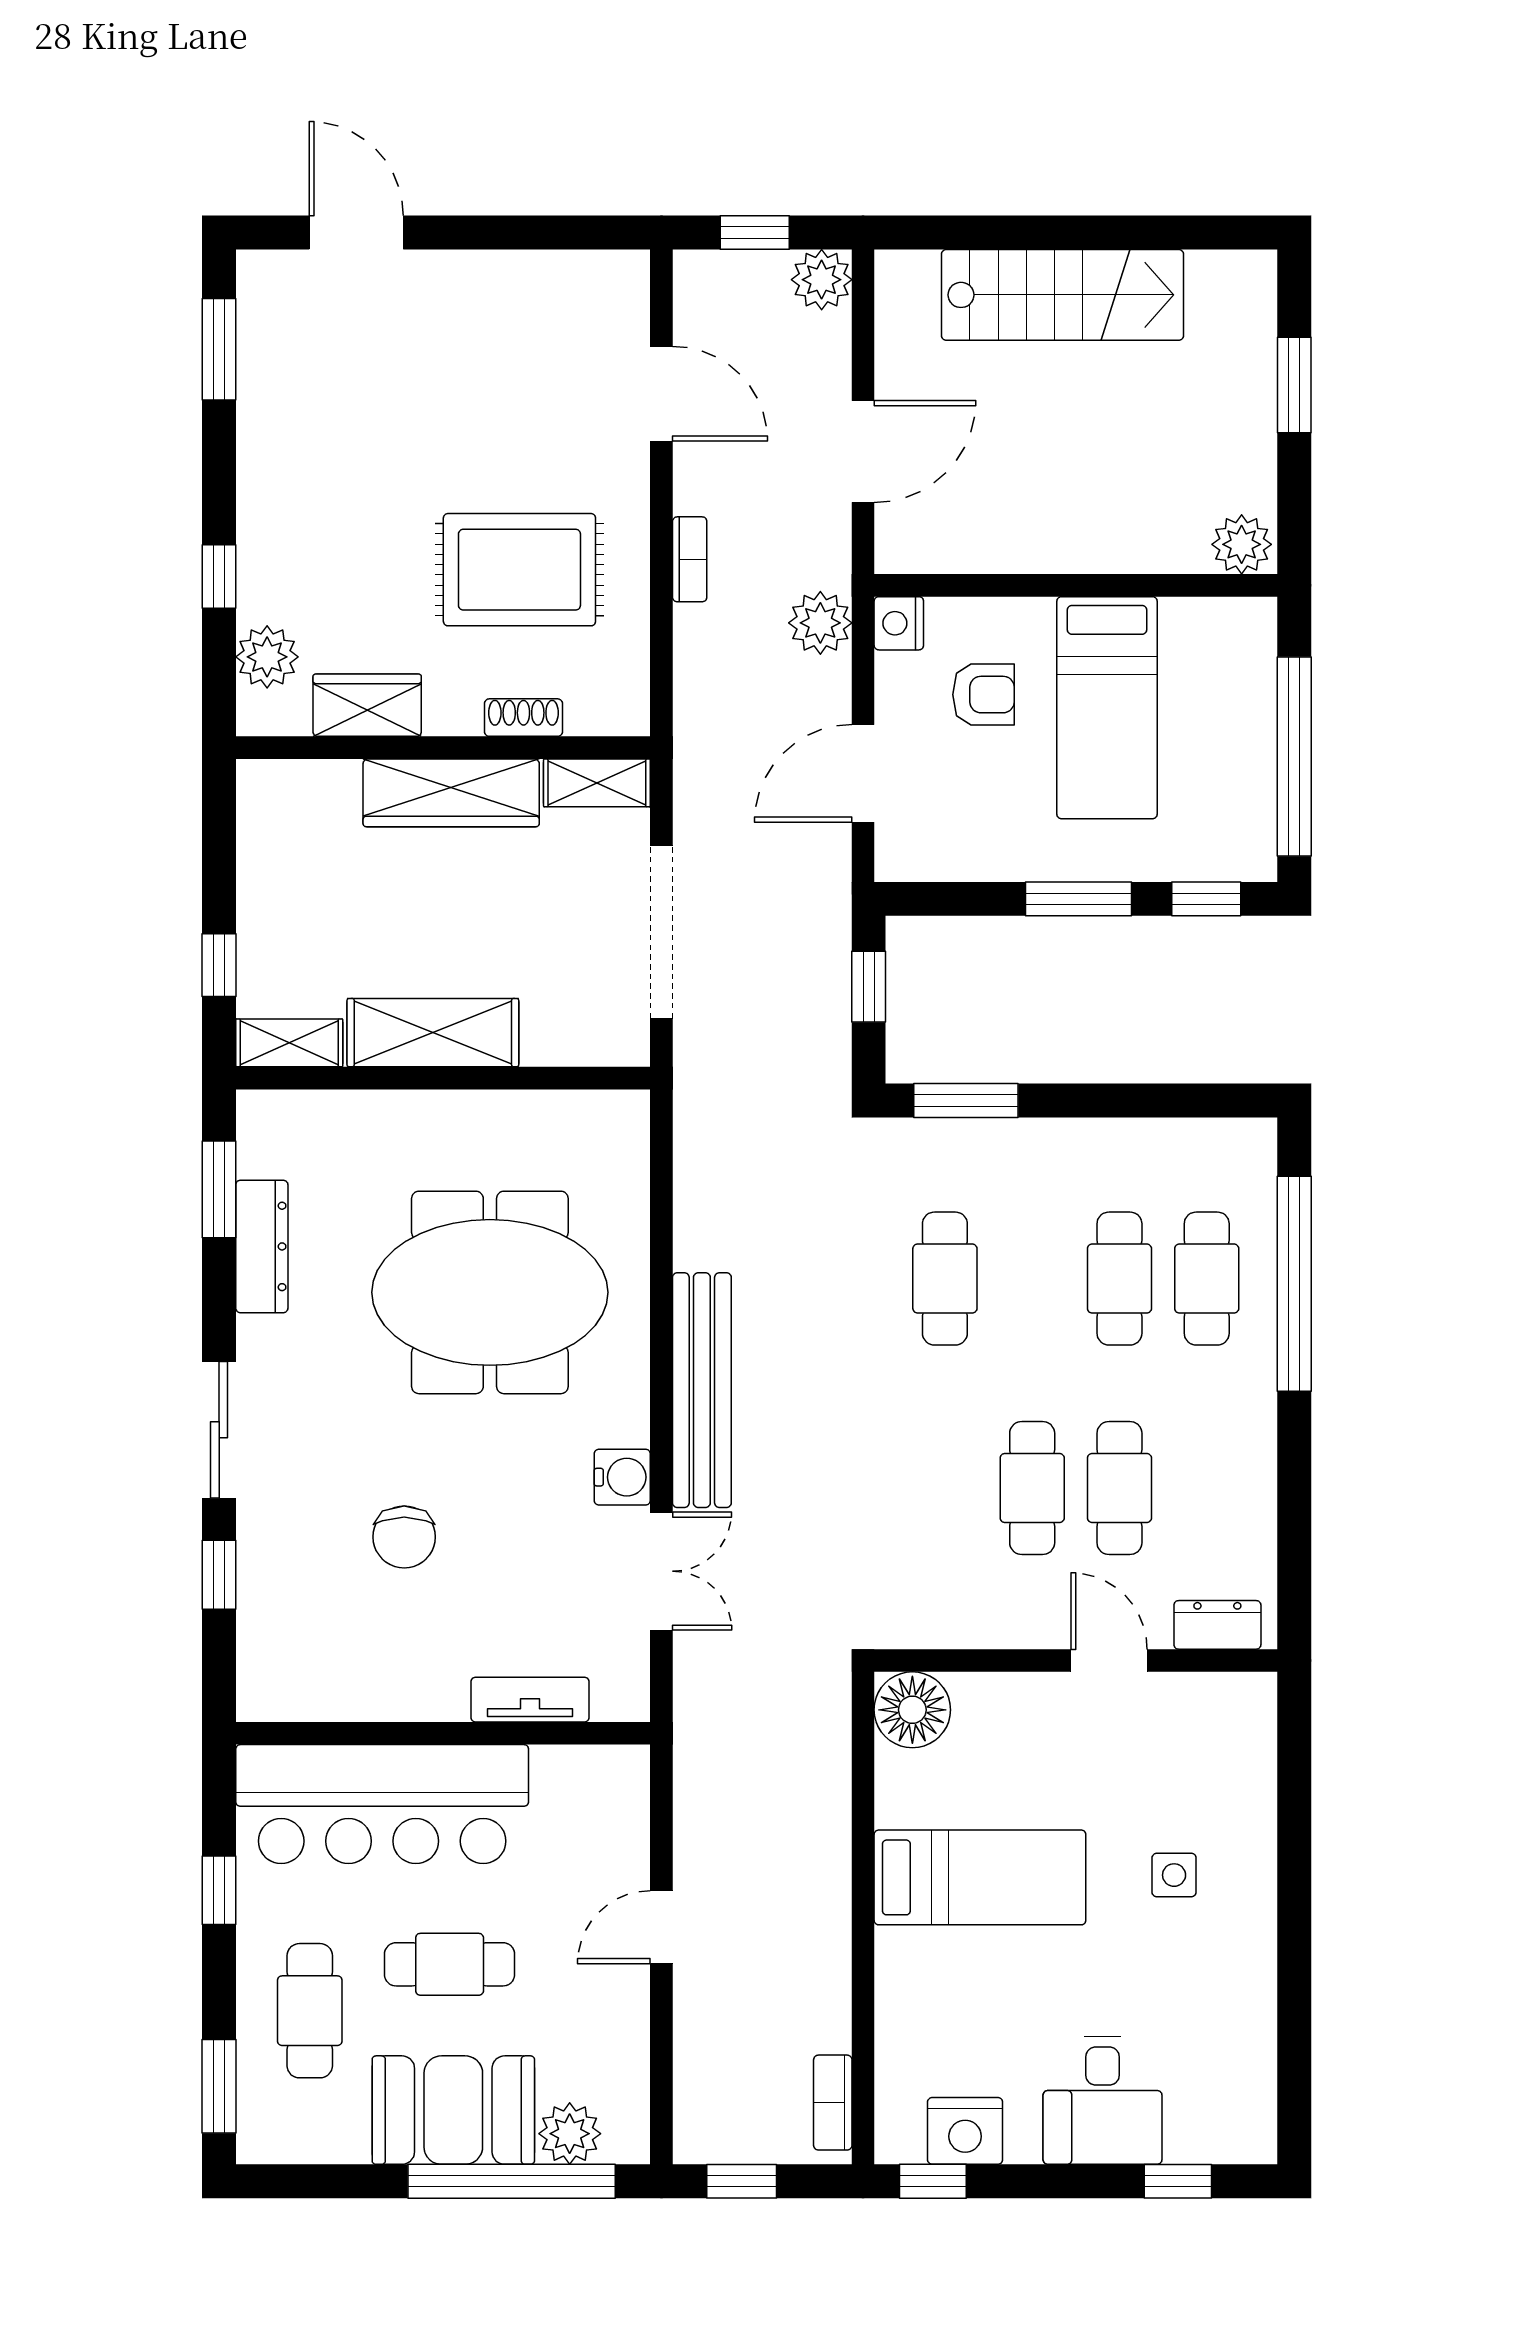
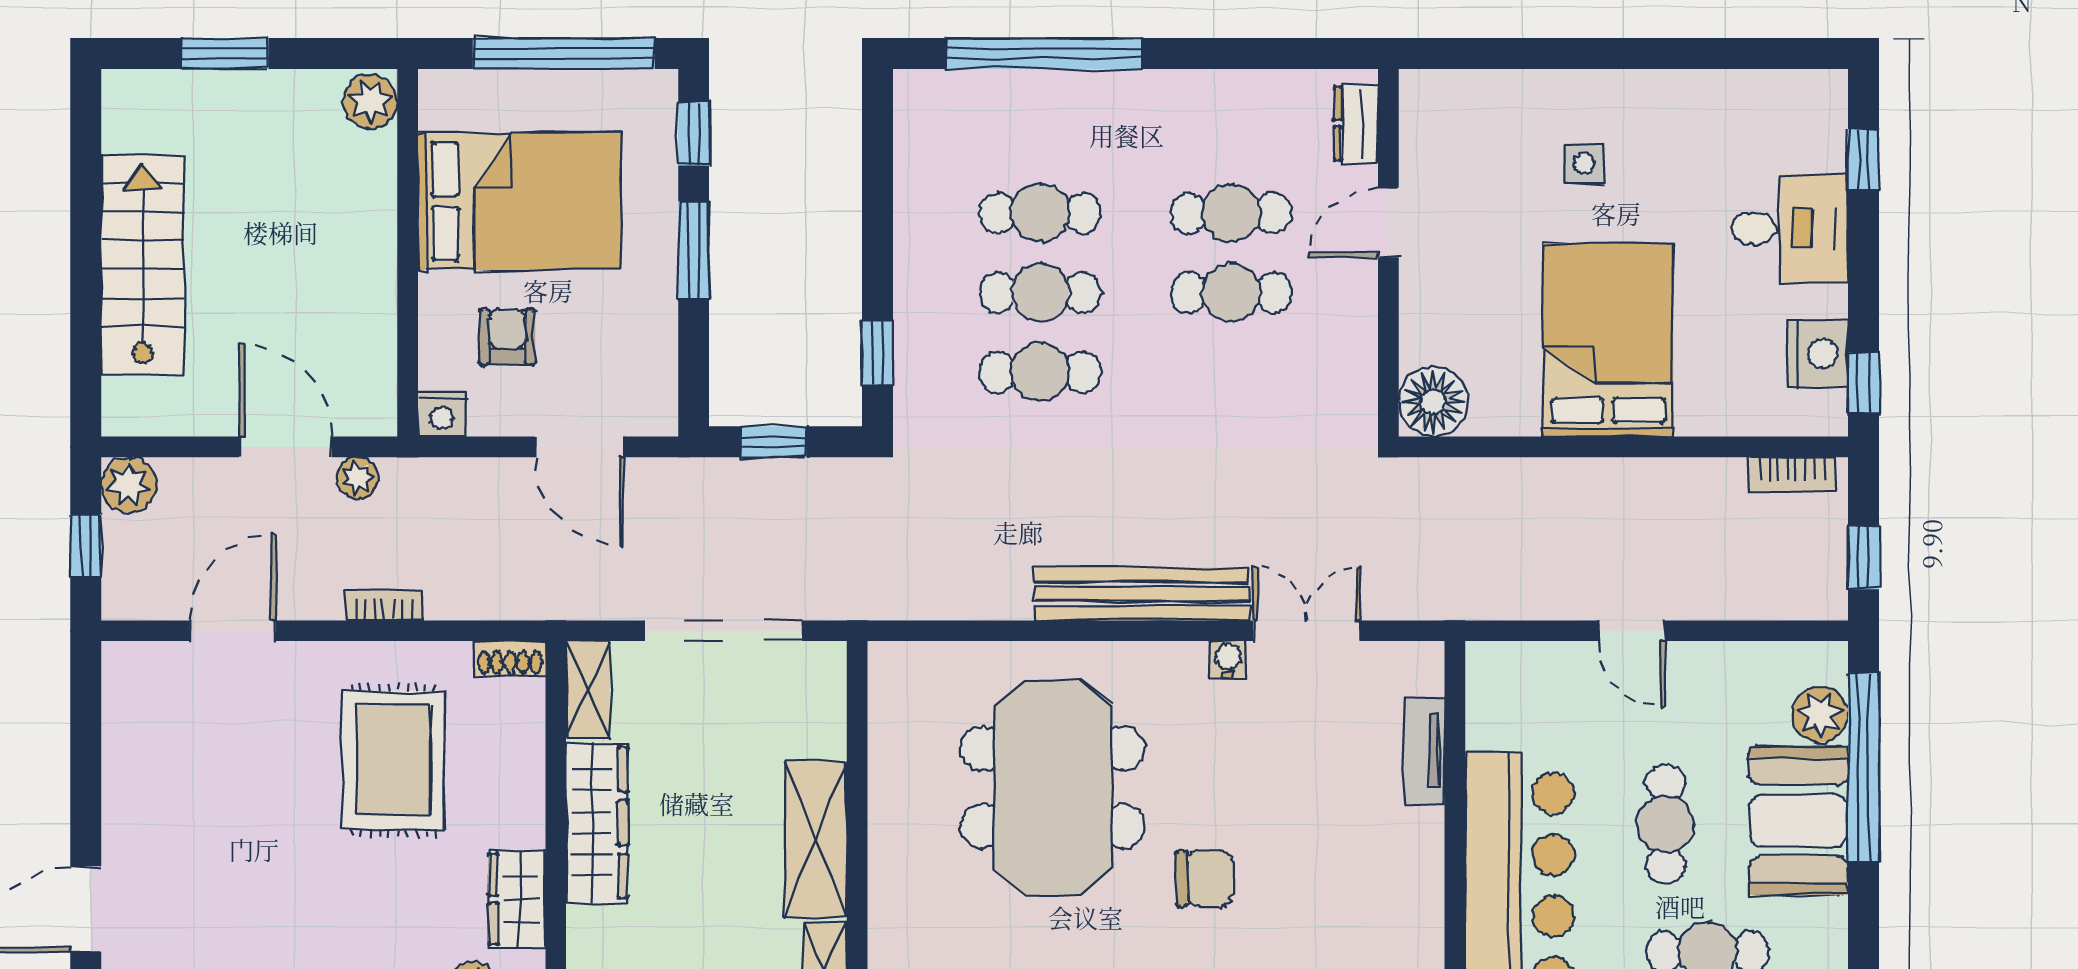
plant: (820, 623) -> (358, 478), moved, width x0.73, depth x0.73
bed: (1107, 708) -> (519, 201), width x1.50
shoe rack: (523, 718) -> (510, 658), moved, turned -90
window: (966, 1100) -> (878, 353), width x0.67
cafe table: (1207, 1279) -> (1040, 293), moved
water cooler: (622, 1477) -> (1228, 659), width x0.72, depth x0.72
chair: (404, 1537) -> (1204, 878), moved
bed: (980, 1877) -> (1608, 340), width x1.50

